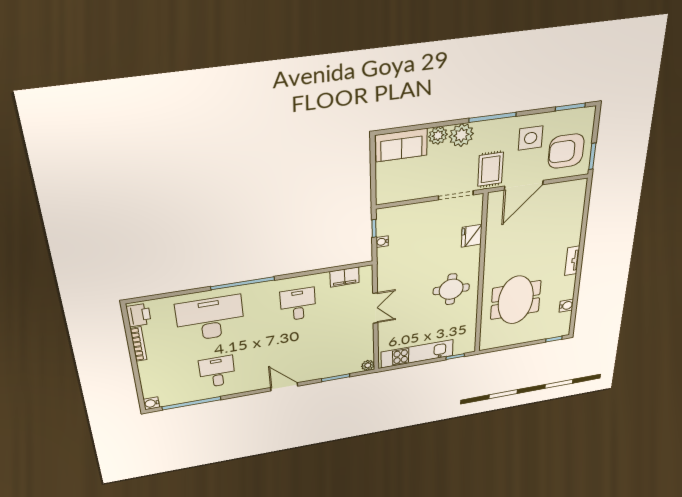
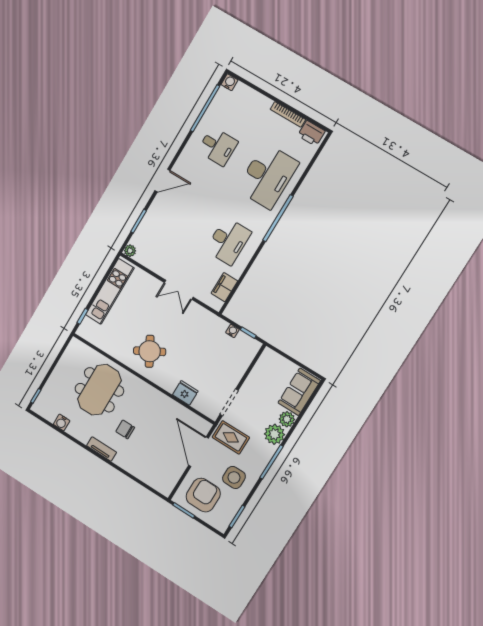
chair: (541, 256) -> (125, 429), added
round table: (451, 289) -> (150, 351), turned -32
meeting table: (516, 300) -> (99, 390), turned 90
desk: (298, 304) -> (228, 241), width x1.37

